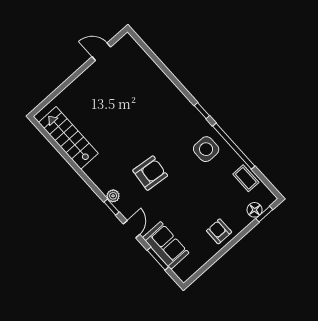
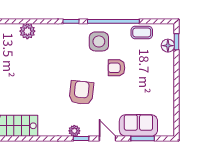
plant: (161, 82) -> (27, 31), added
armchair: (219, 231) -> (116, 68), moved

